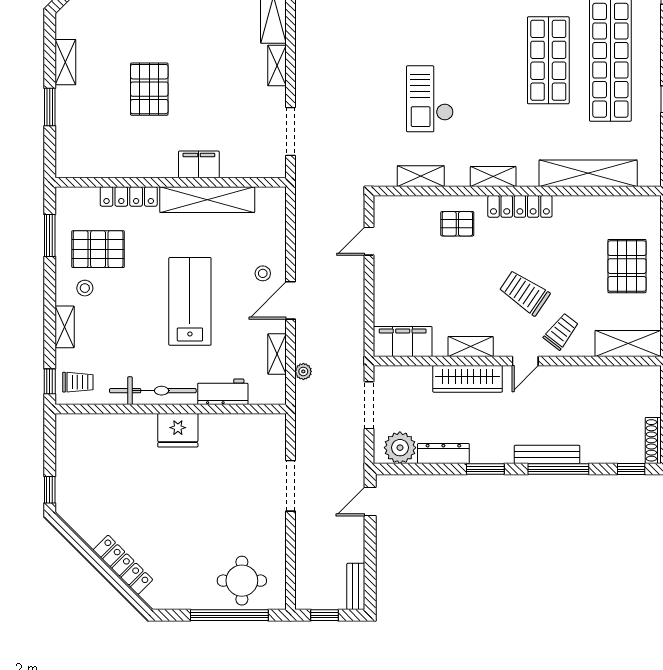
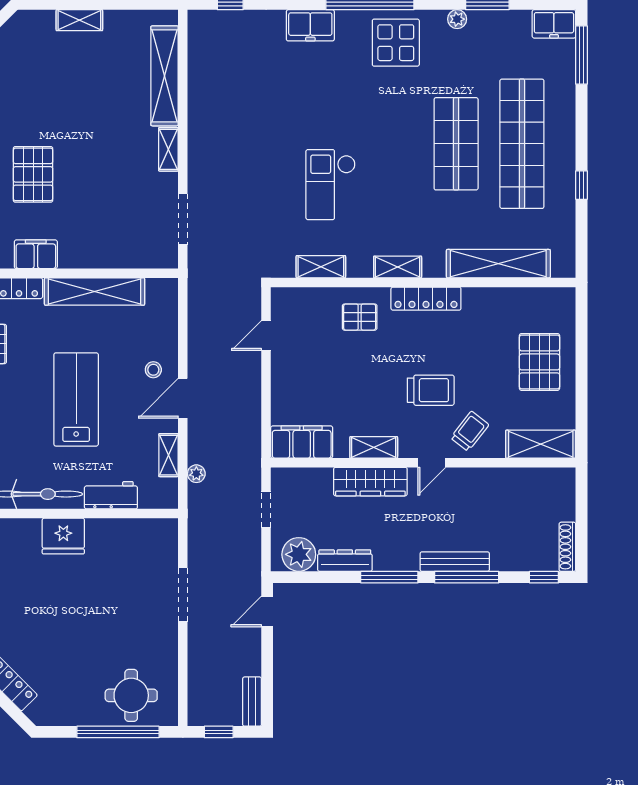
filing cabinet: (199, 164) -> (36, 254), moved
trolley: (524, 293) -> (431, 390), turned 146
doorway: (369, 405) -> (266, 509), width x0.73
window: (485, 469) -> (389, 577), width x1.44

